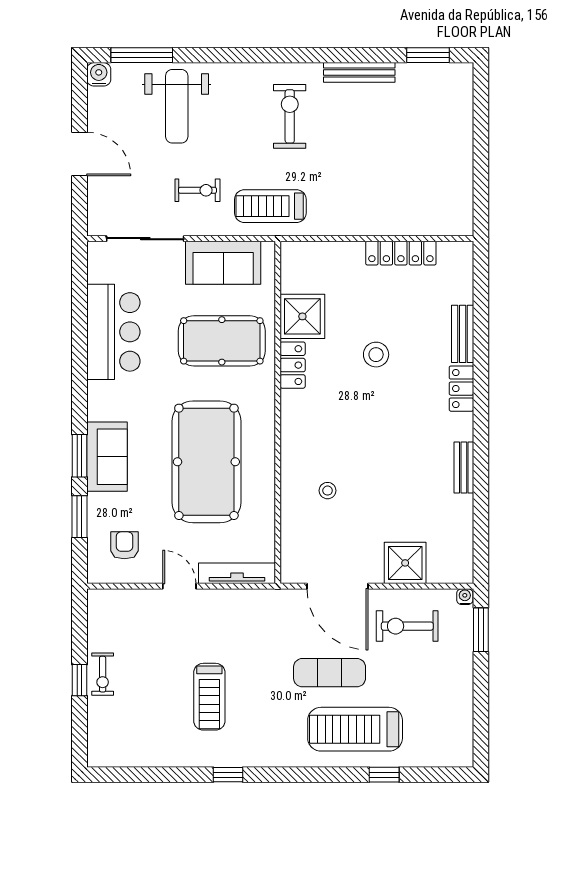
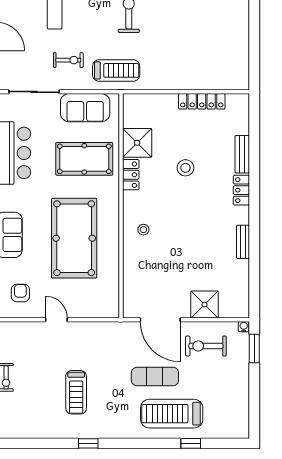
treadmill: (270, 206) -> (116, 70), turned 180
stool: (328, 491) -> (143, 230), moved
tv unit: (237, 573) -> (94, 311), removed

